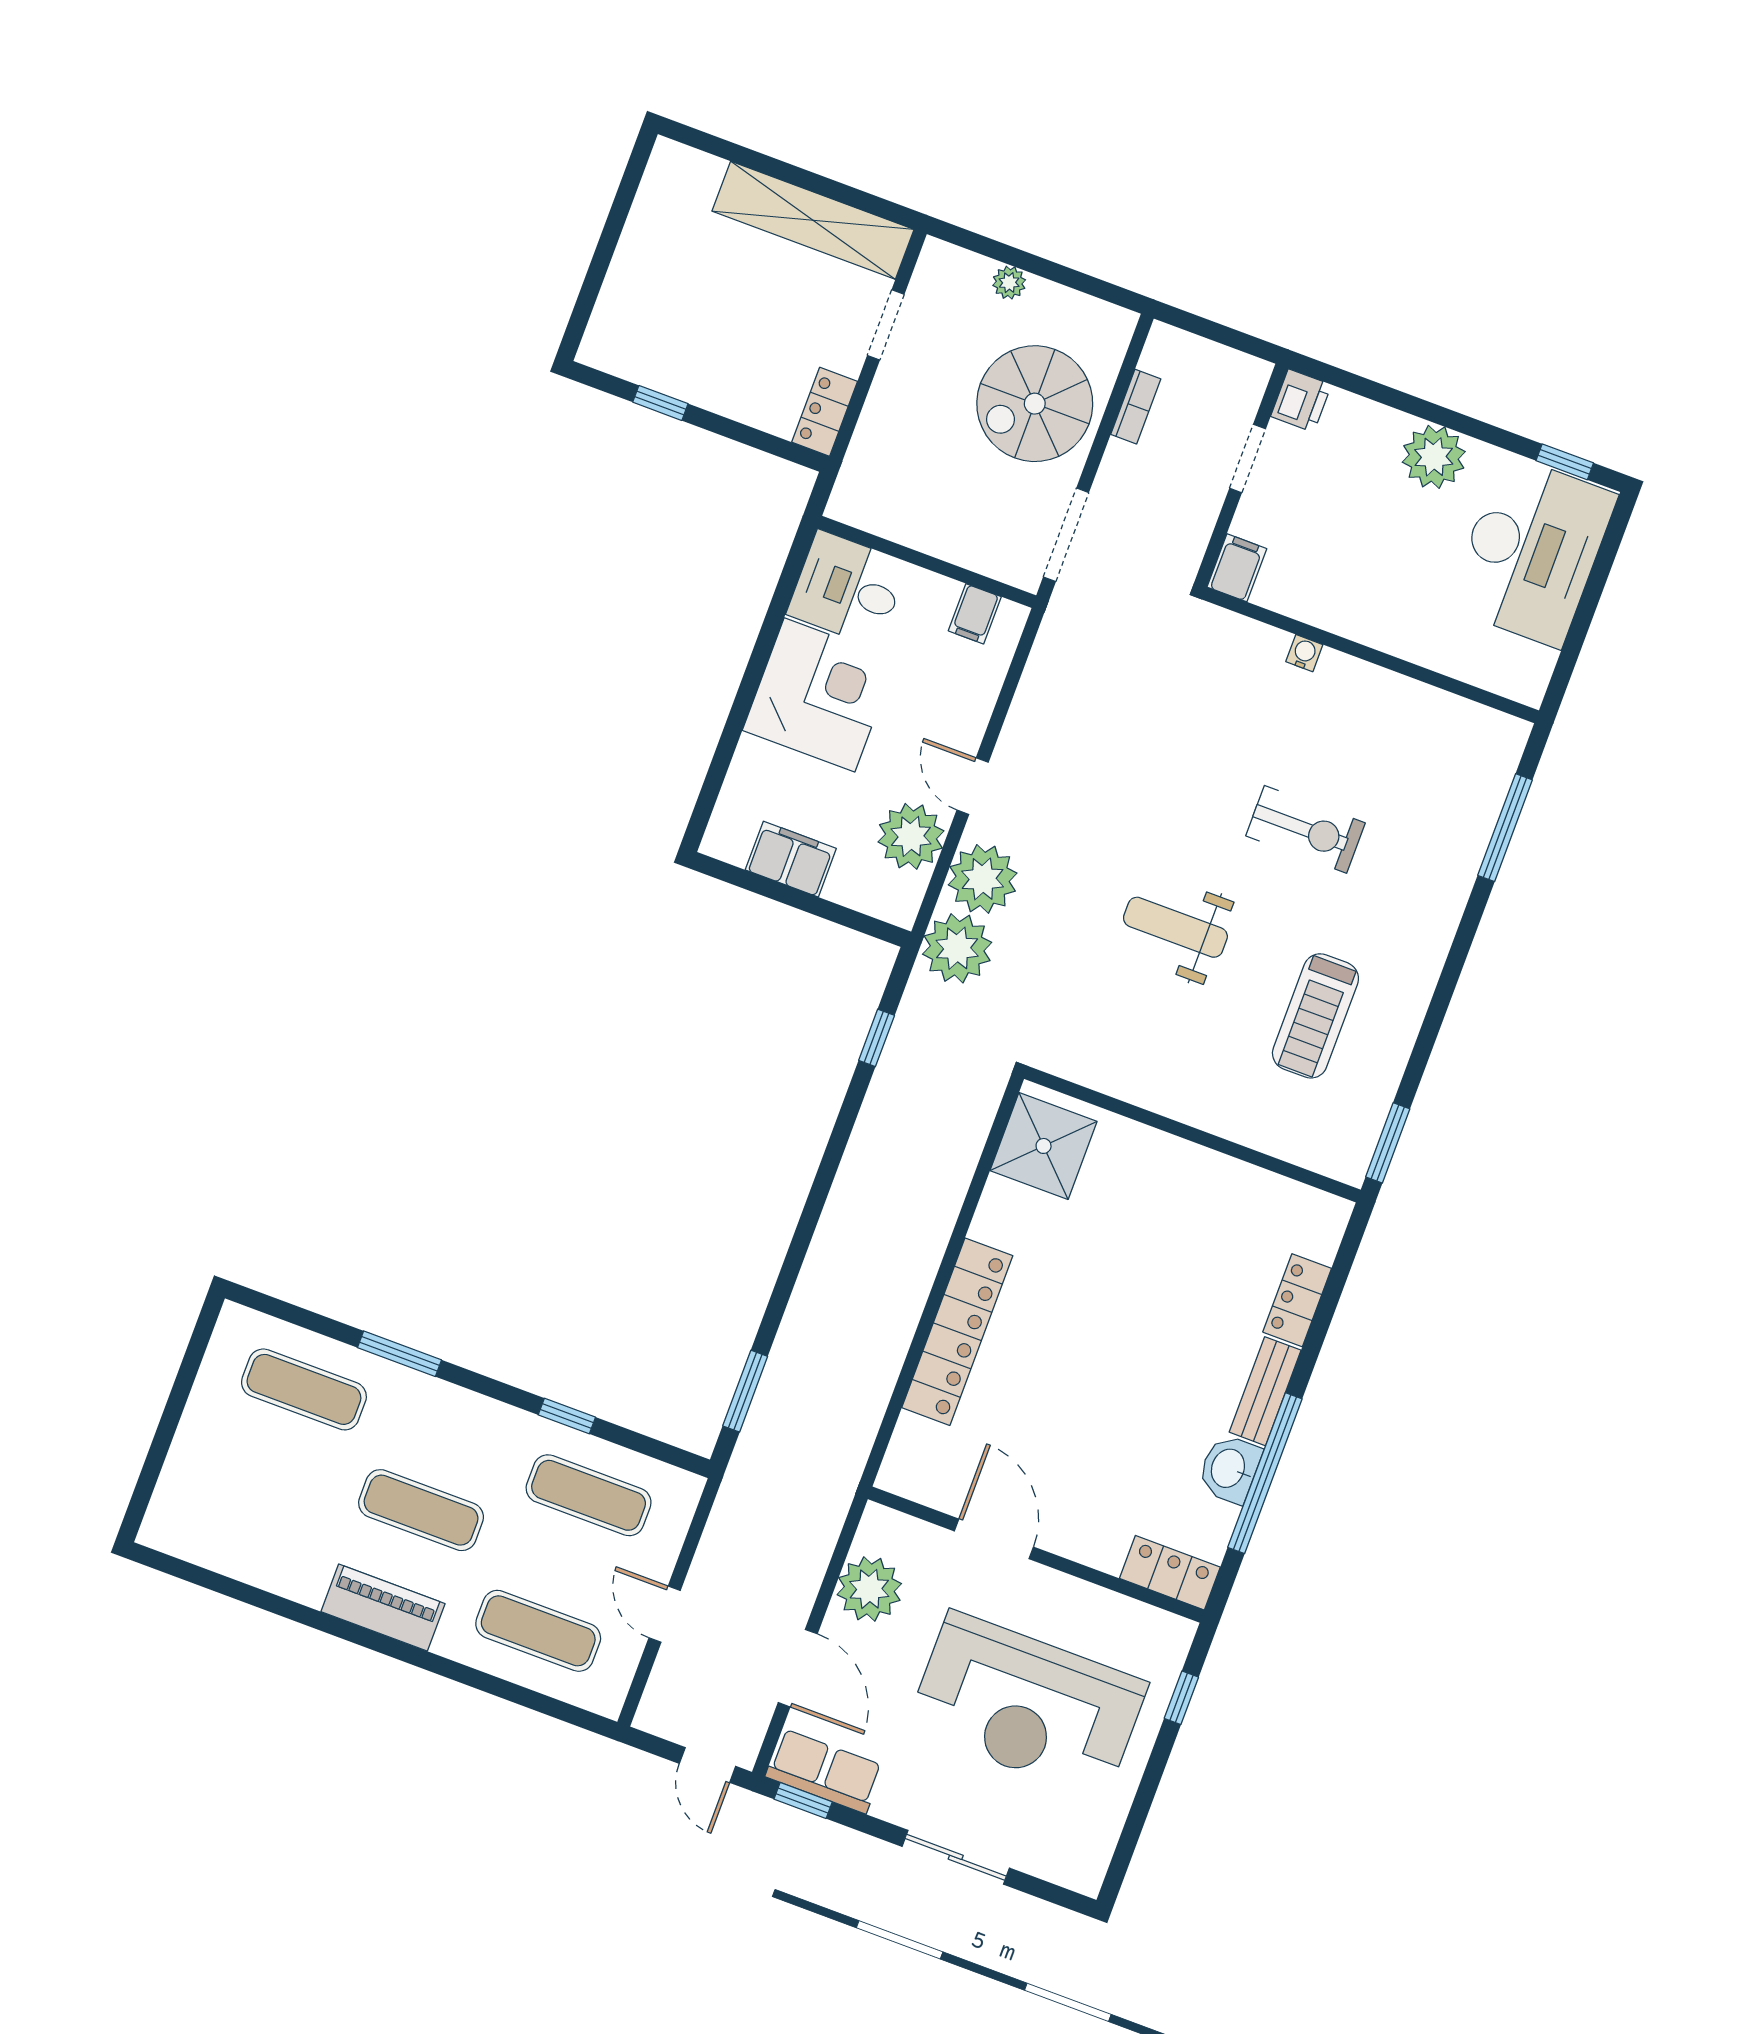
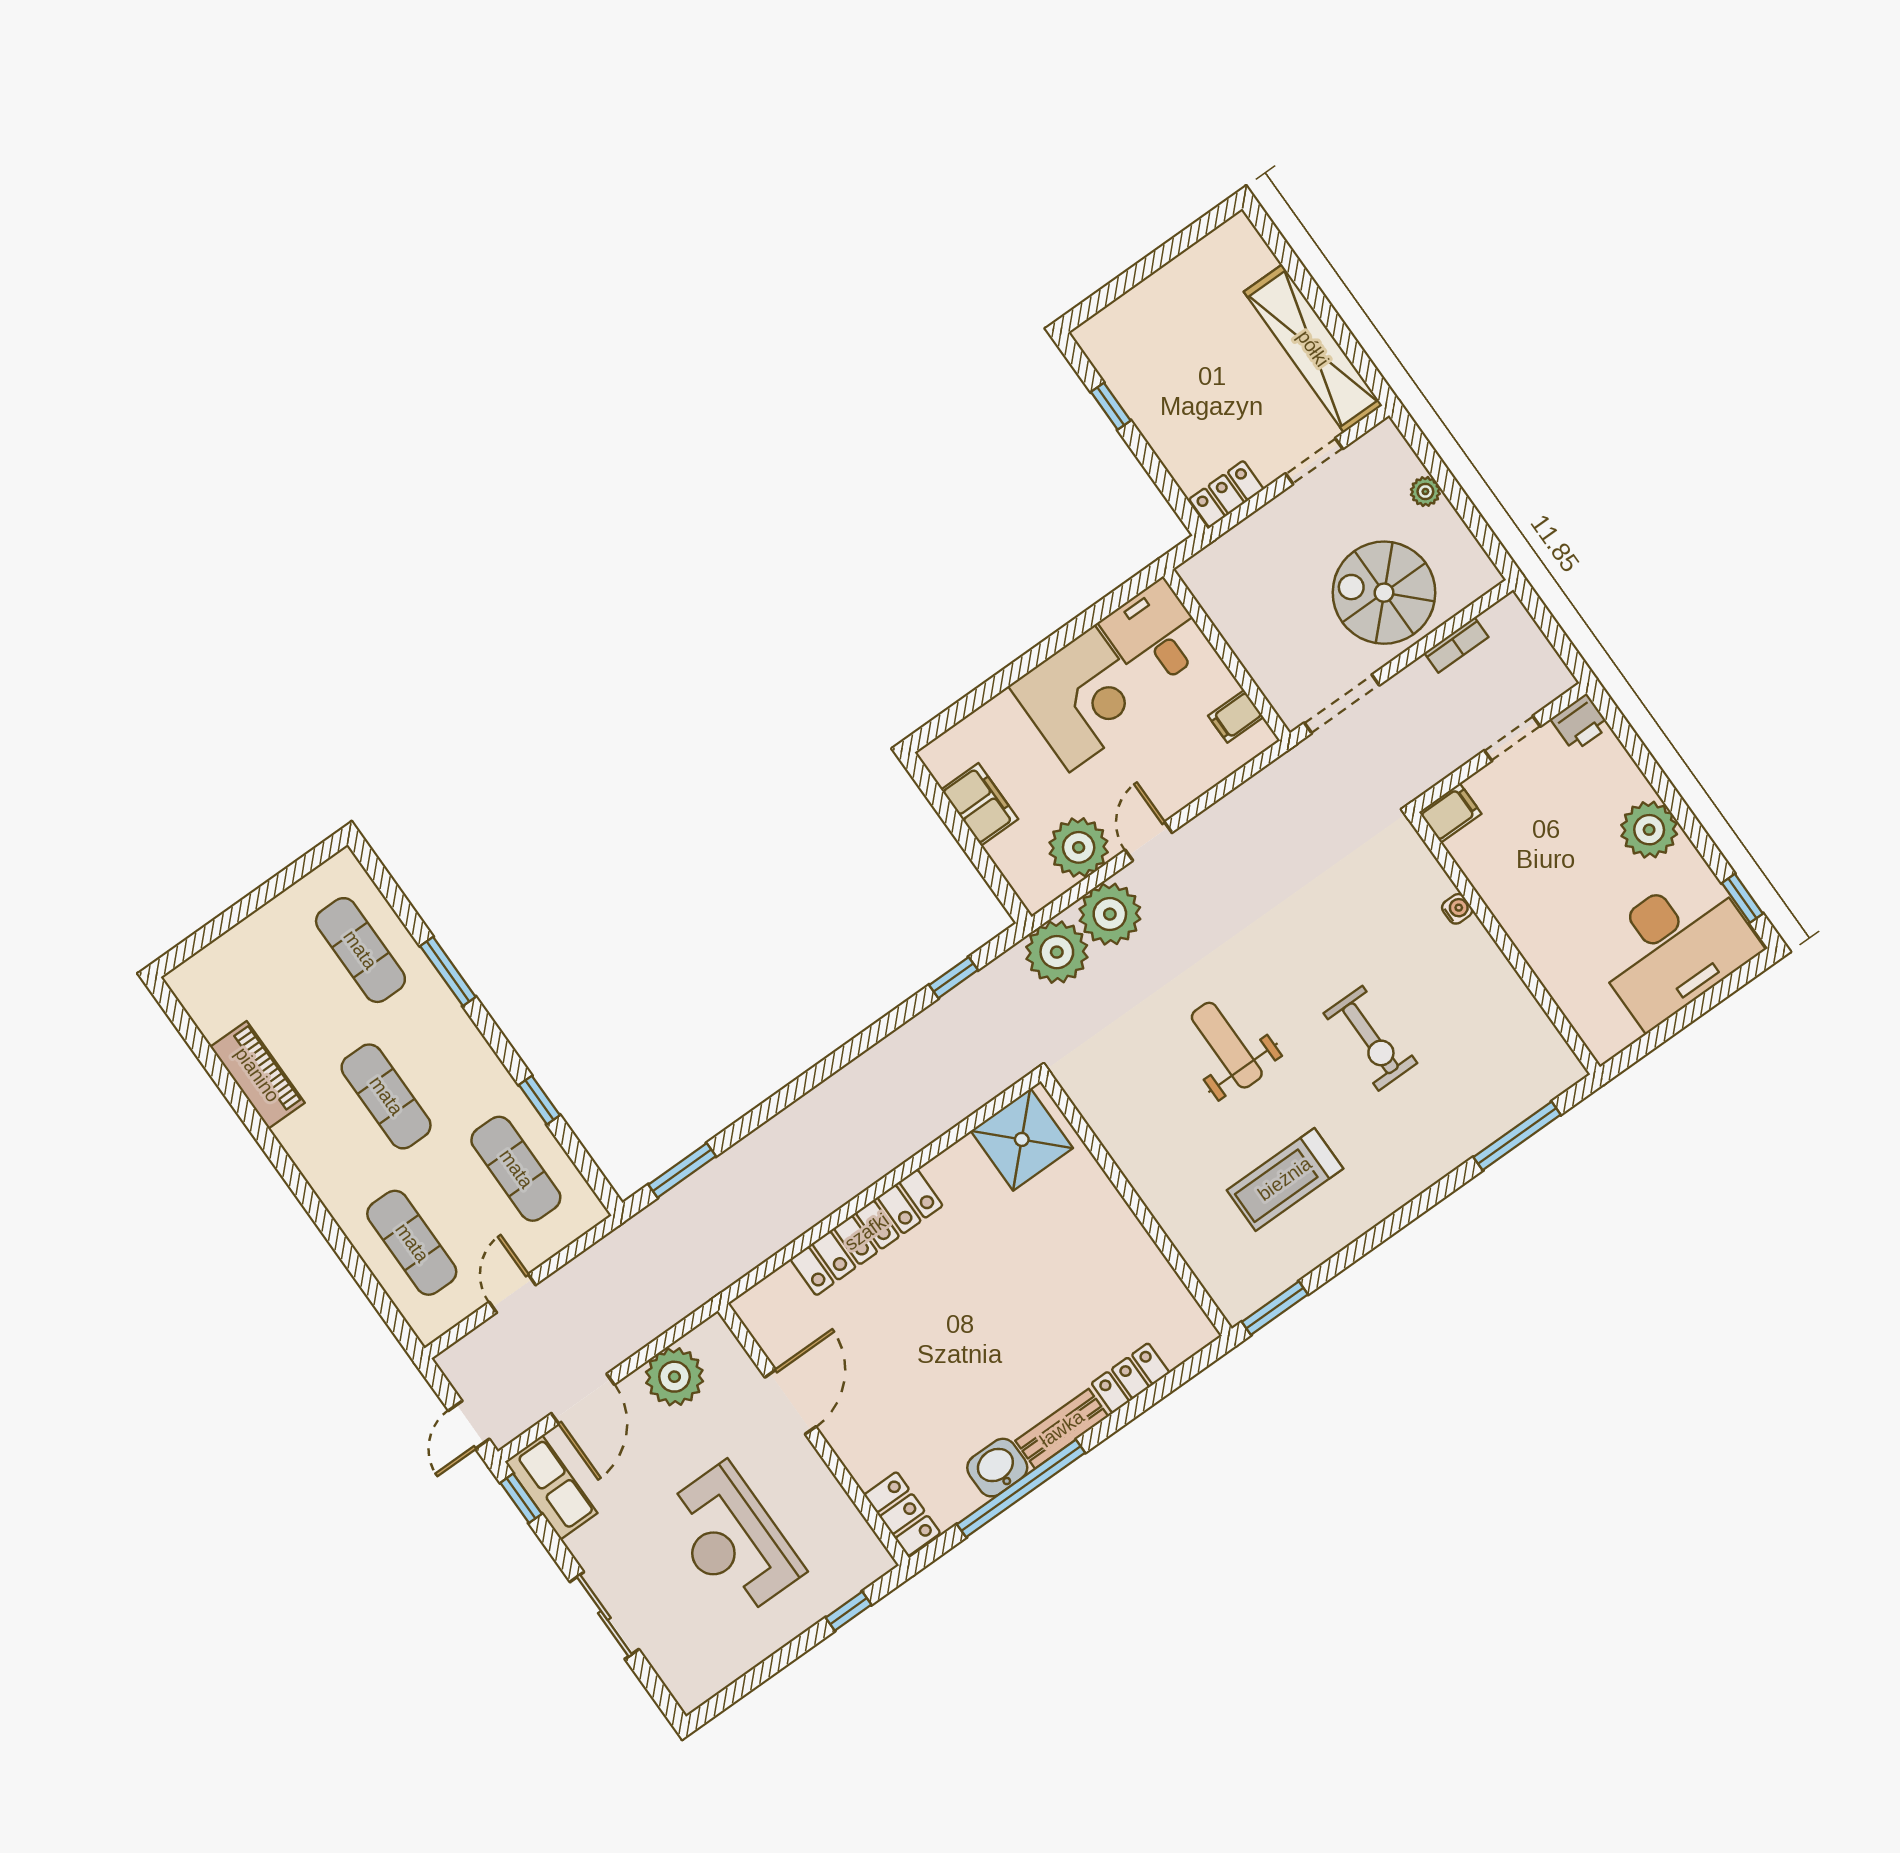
piano: (383, 1608) -> (257, 1075), moved
reception desk: (1027, 1705) -> (732, 1540), width x0.74, depth x0.77

